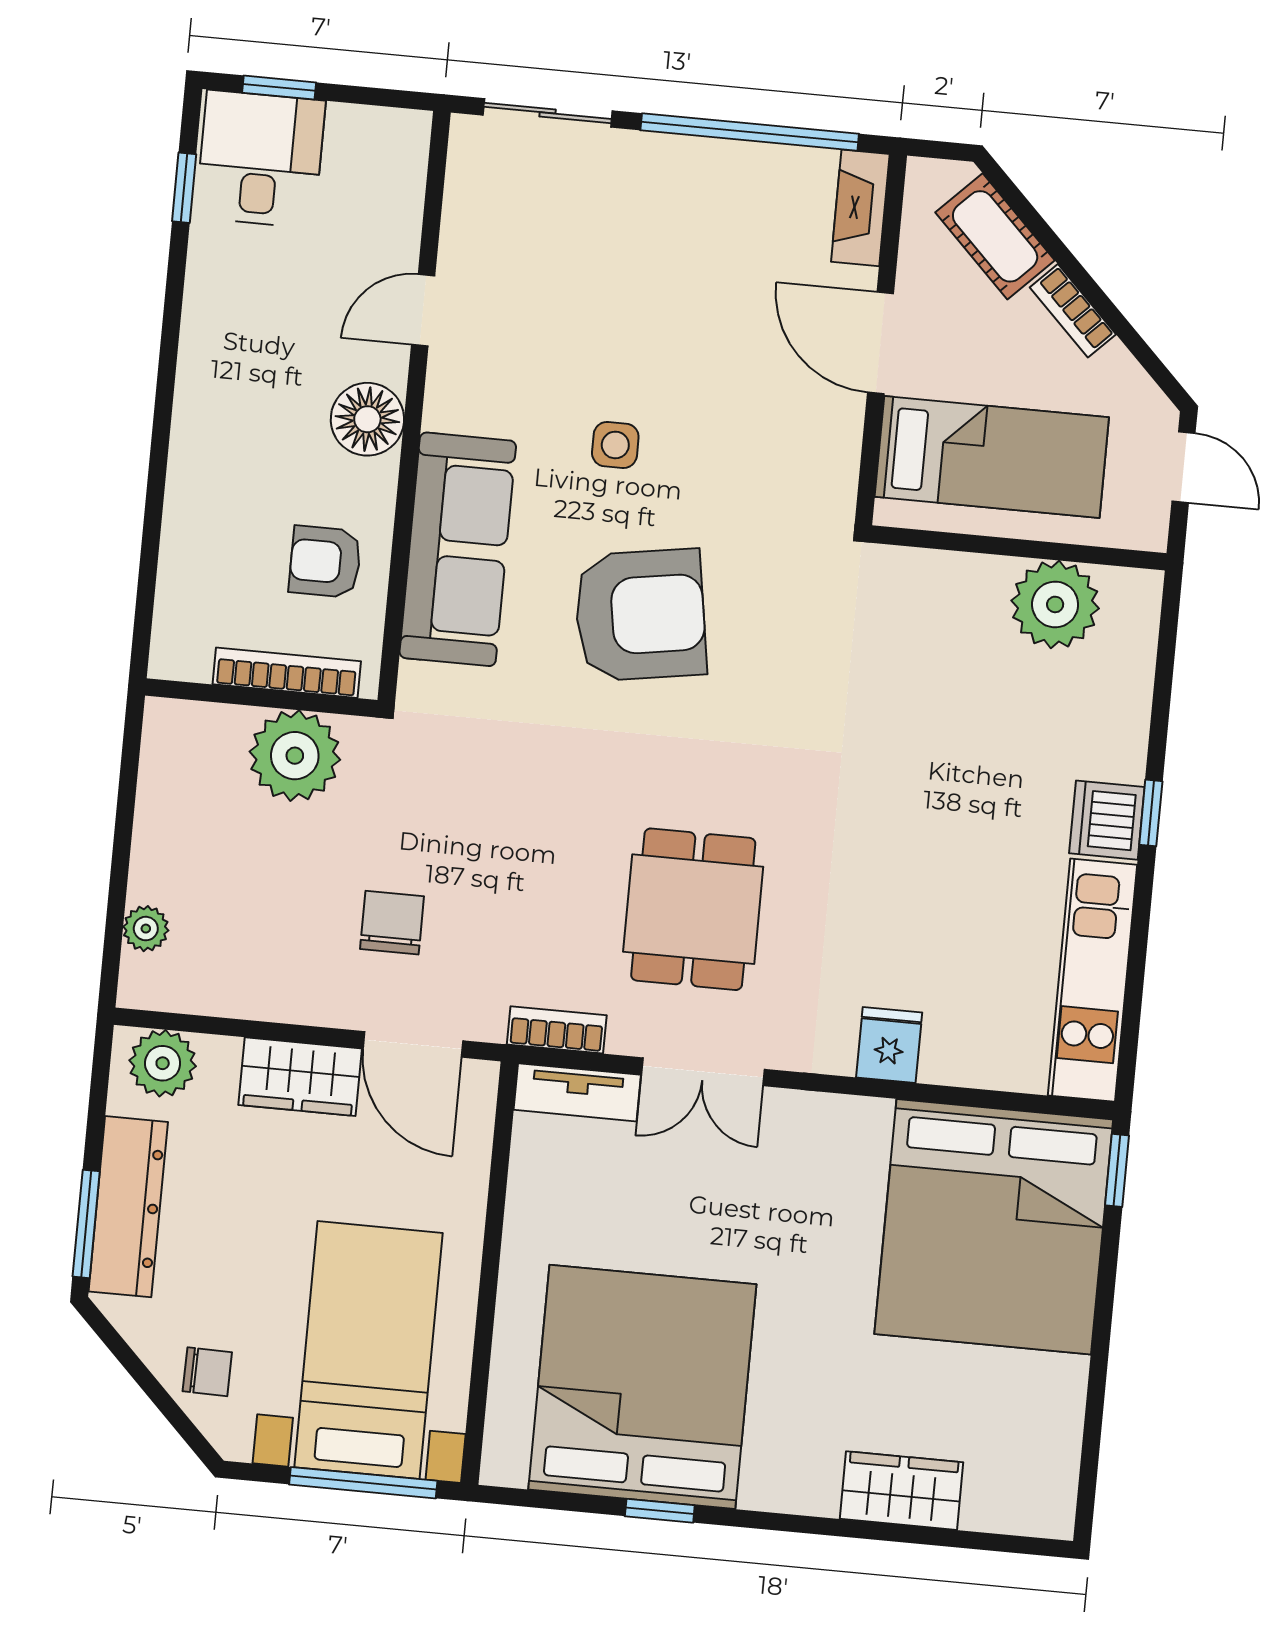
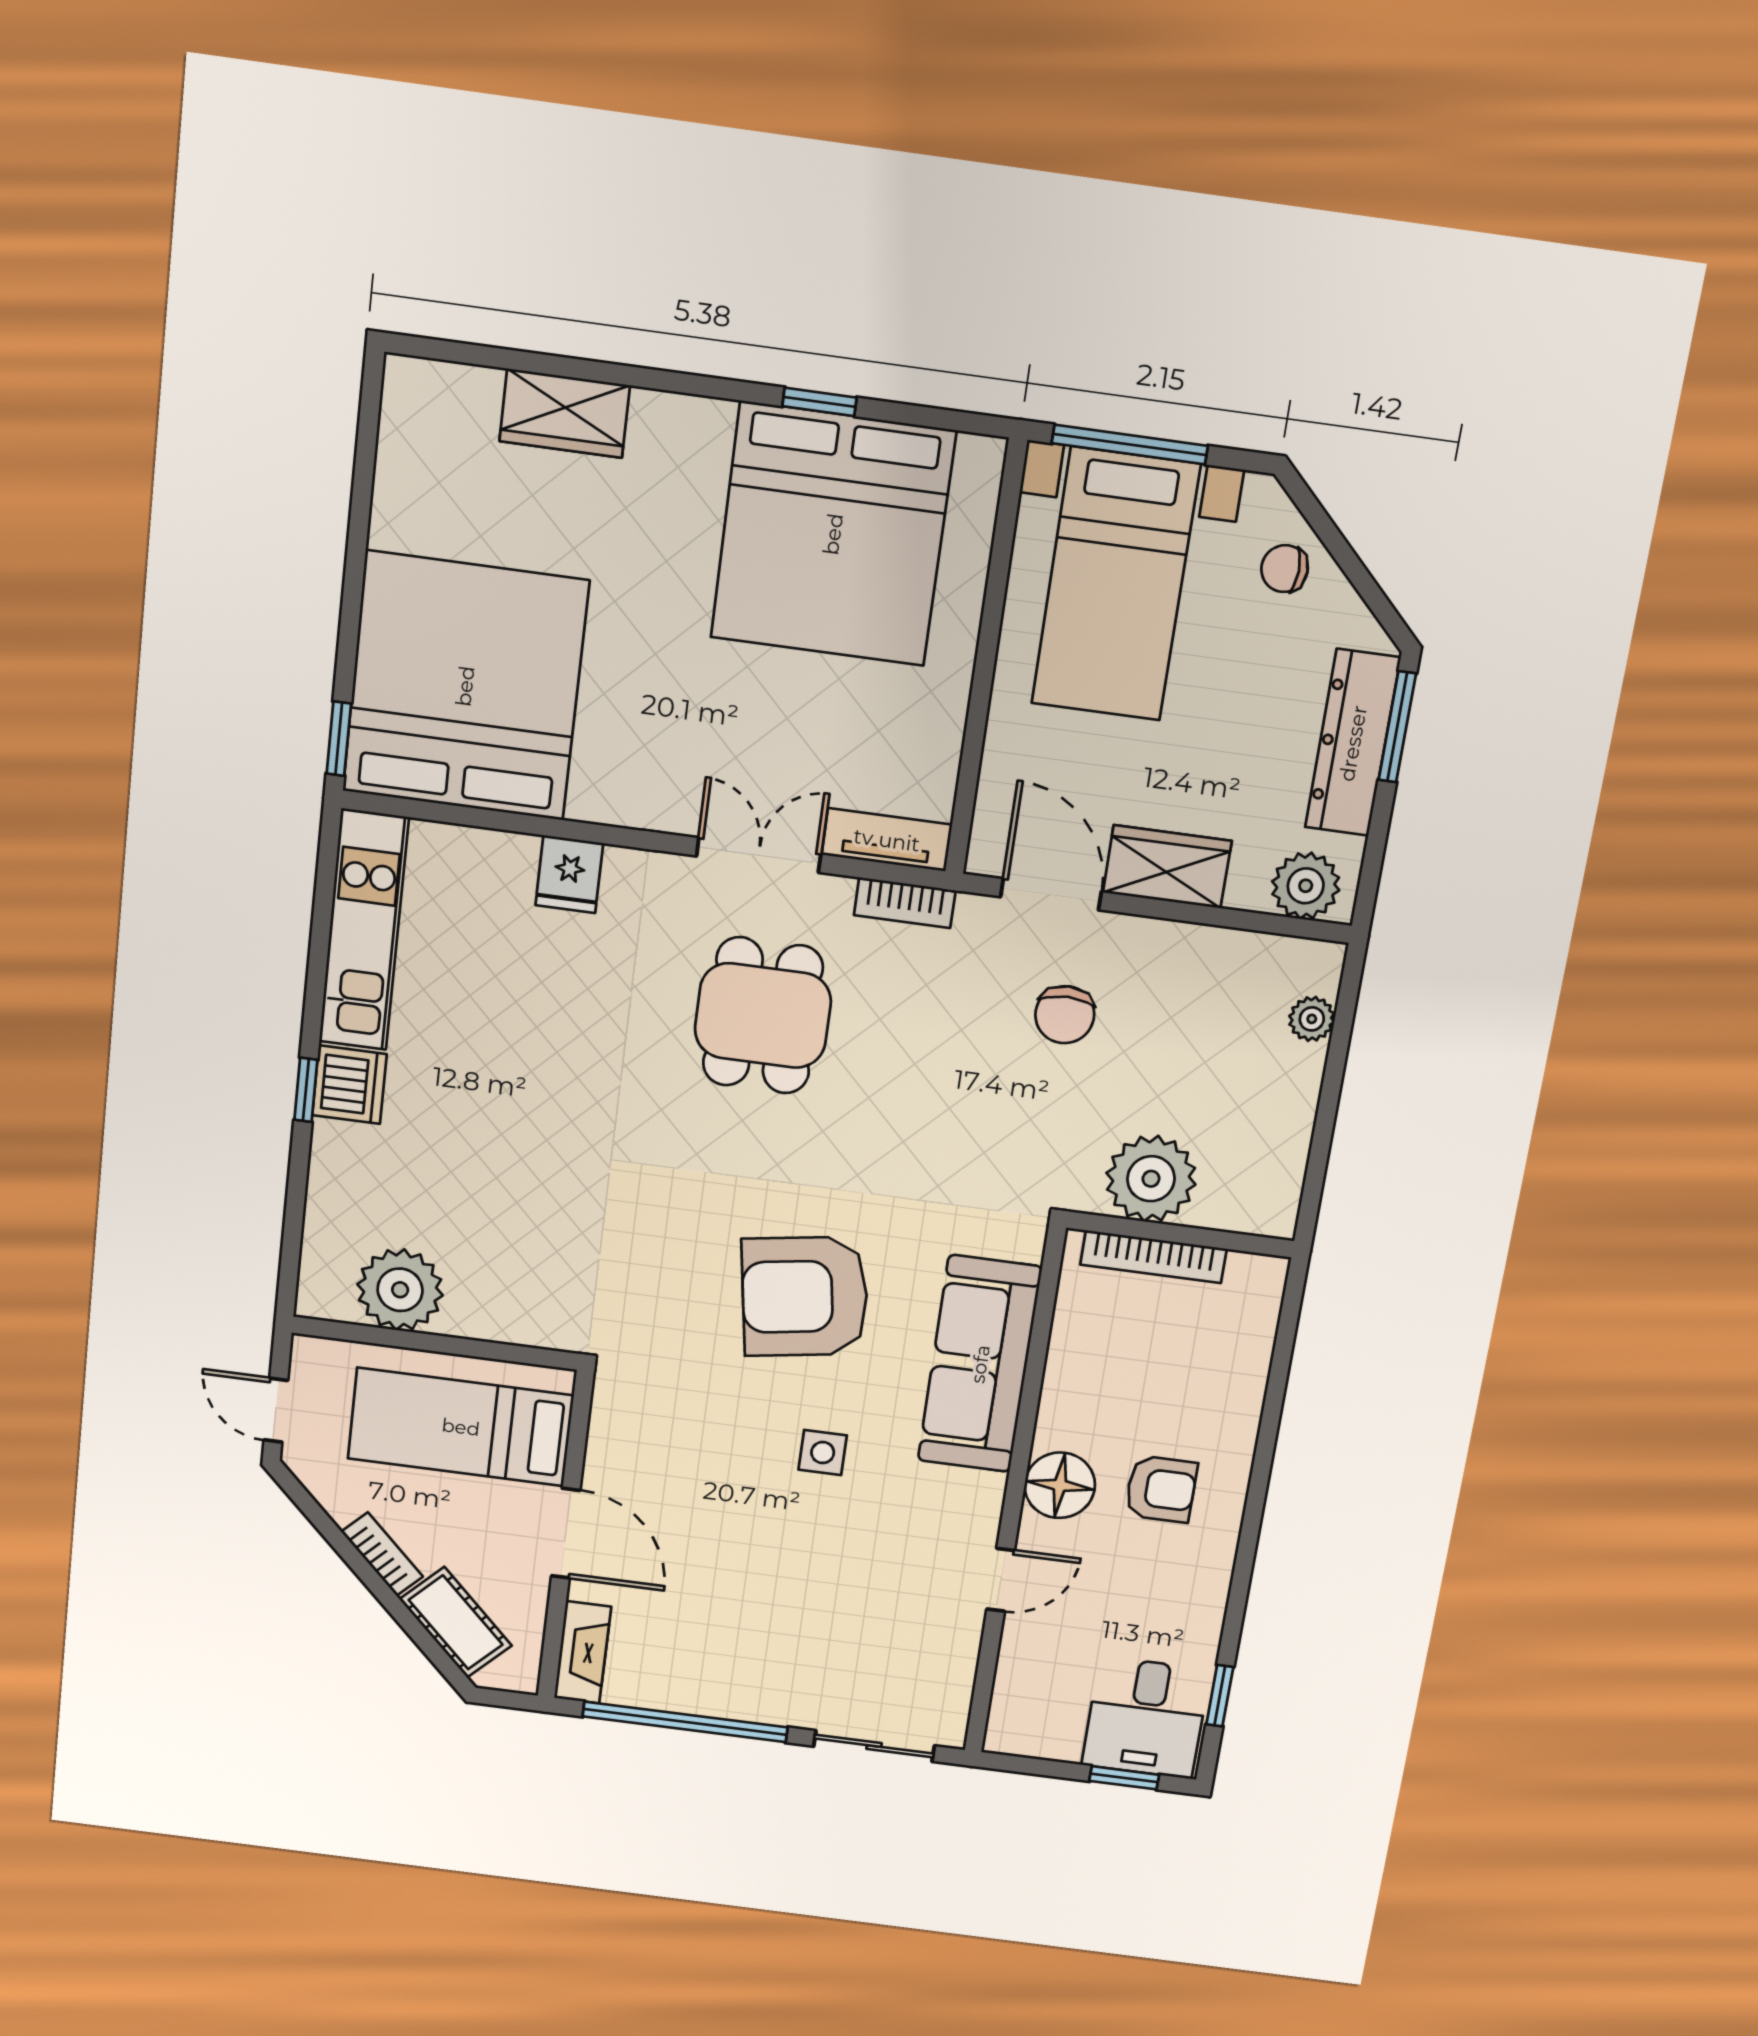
armchair: (325, 562) -> (1161, 1489), moved

